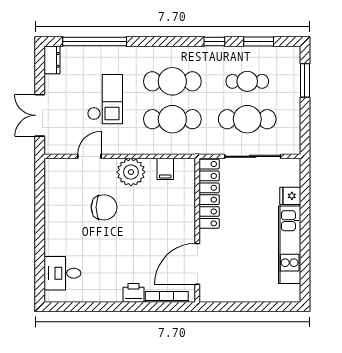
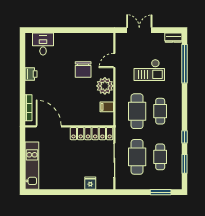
cafe table: (172, 81) -> (160, 111), width x0.73, depth x0.74
door: (89, 156) -> (114, 61), swing flipped
kitchen unit: (290, 245) -> (32, 166), moved, turned 90
printer: (134, 293) -> (31, 74), moved

